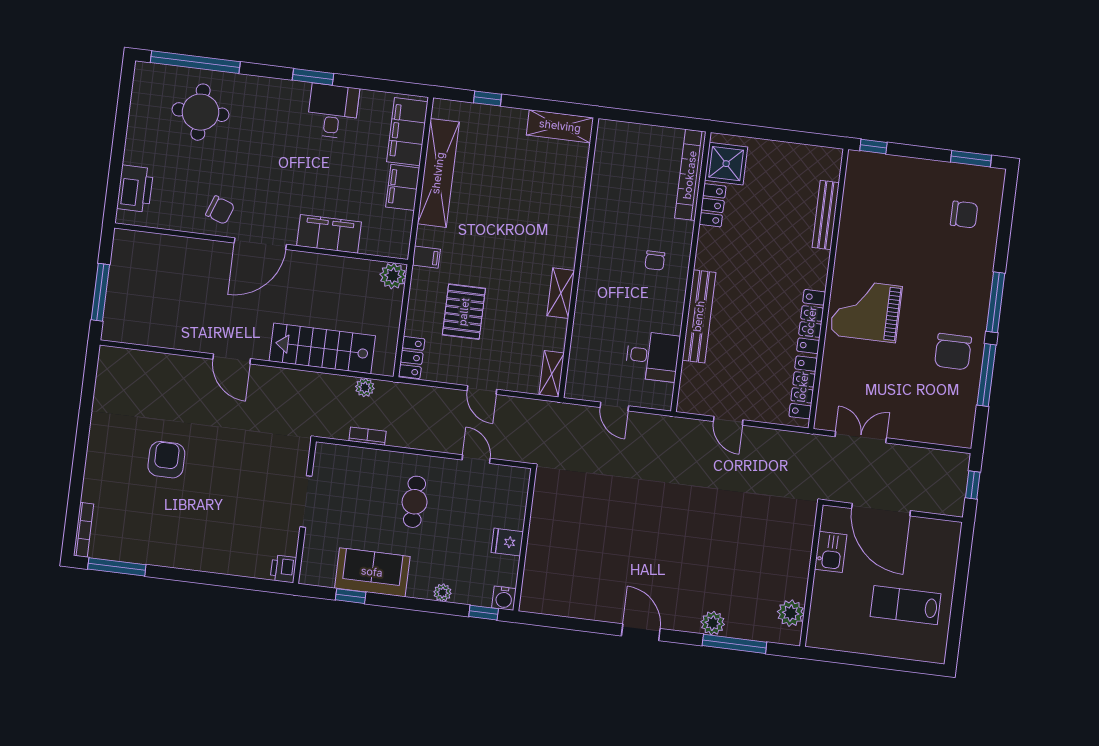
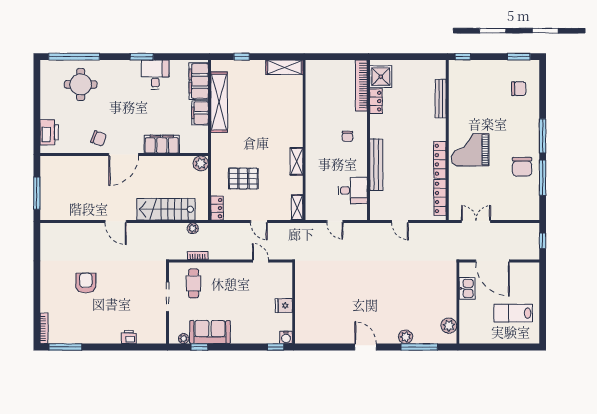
filing cabinet: (426, 257) -> (218, 150), removed
pallet: (464, 312) -> (243, 179), turned 90
cafe table: (415, 502) -> (194, 283), moved
printer: (283, 569) -> (129, 337), moved, turned 90
plant: (442, 593) -> (184, 339), moved

